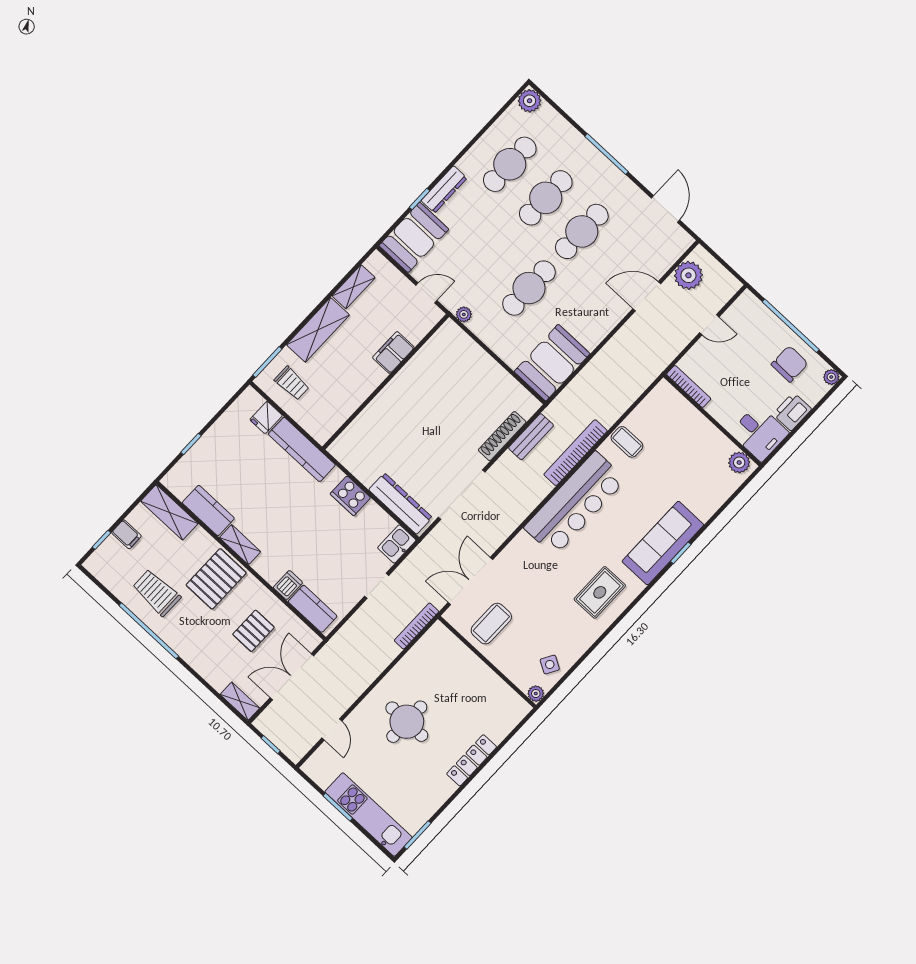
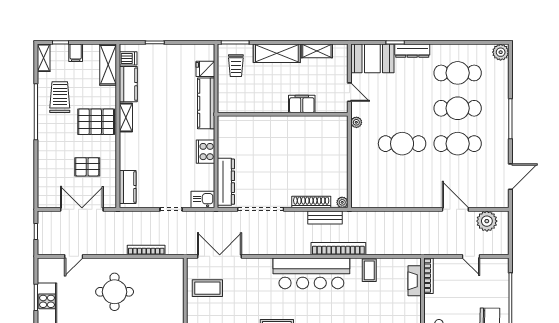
booth: (552, 363) -> (374, 192), removed
plant: (532, 405) -> (342, 202), added
fireplace: (681, 406) -> (415, 281), added
dishwasher: (288, 585) -> (128, 58), moved
bookcase: (417, 626) -> (146, 250), moved
shelving: (240, 701) -> (44, 58), moved

